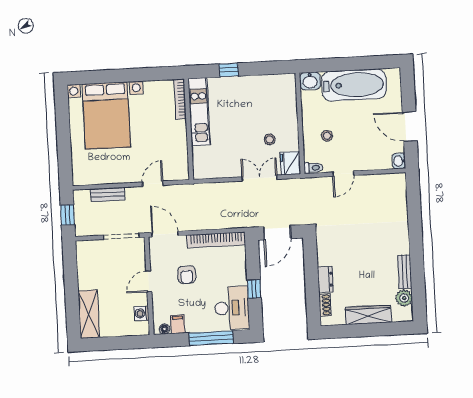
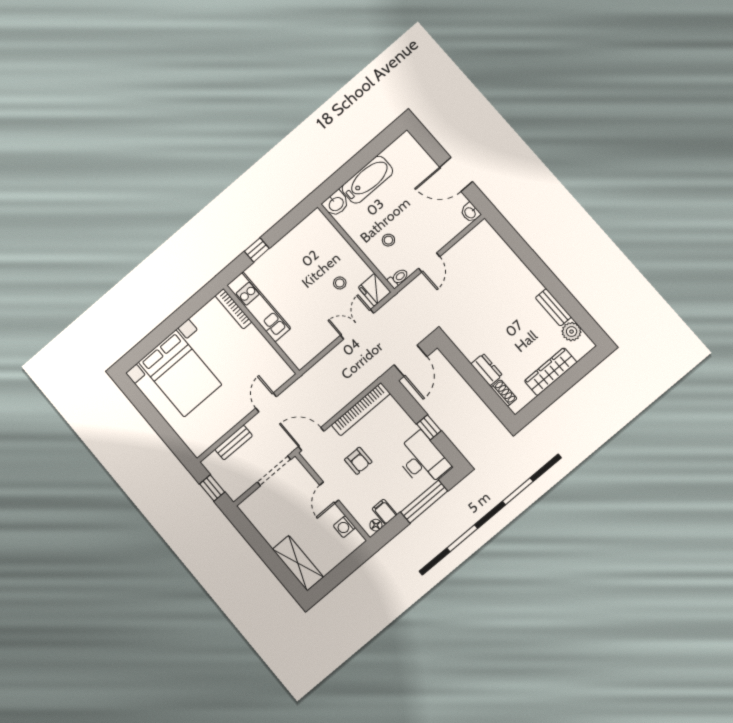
bathtub: (354, 85) -> (367, 180), width x0.73, depth x0.73

